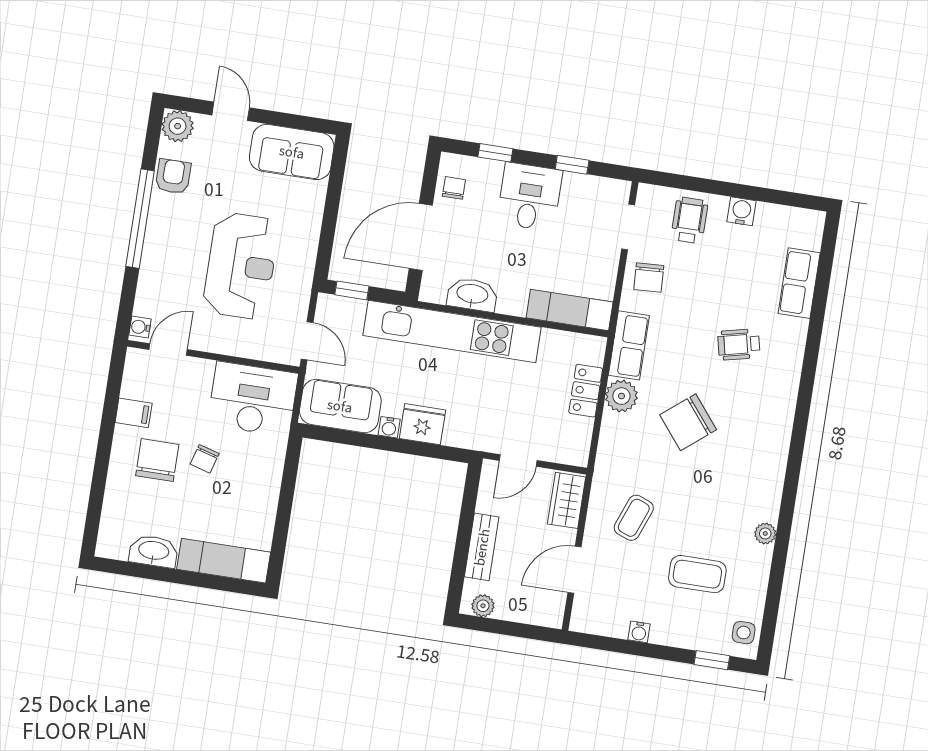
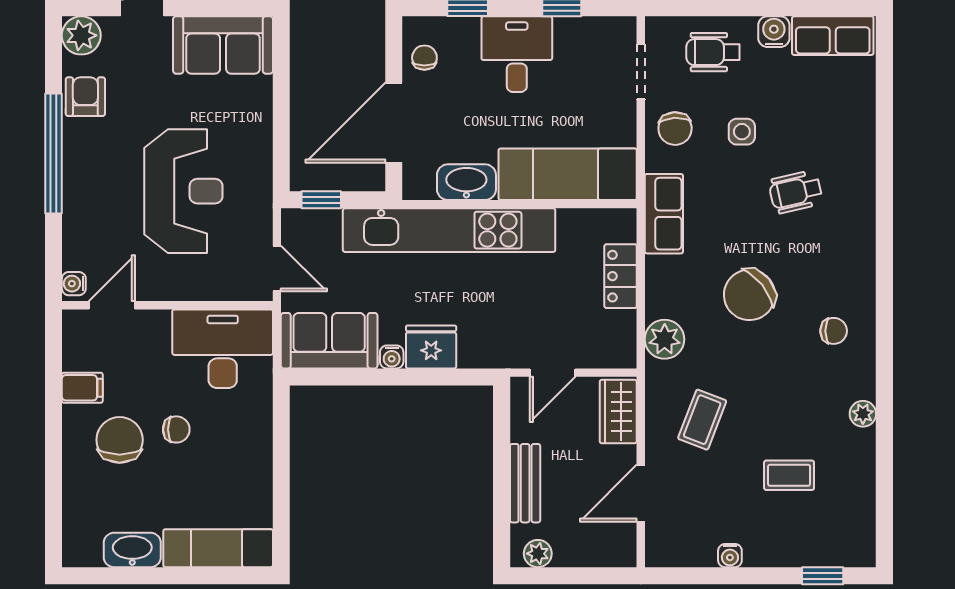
wheelchair: (689, 220) -> (713, 52), turned -90
row of seats: (799, 283) -> (833, 36), moved, turned -90
exam couch: (570, 310) -> (568, 174), width x1.36, depth x1.45
plant: (621, 396) -> (665, 339), moved
chair: (205, 459) -> (176, 429), turned -106
chair: (752, 462) -> (834, 331), added
coffee table: (697, 574) -> (789, 475), width x0.73, depth x0.77
side table: (744, 633) -> (742, 132), moved

